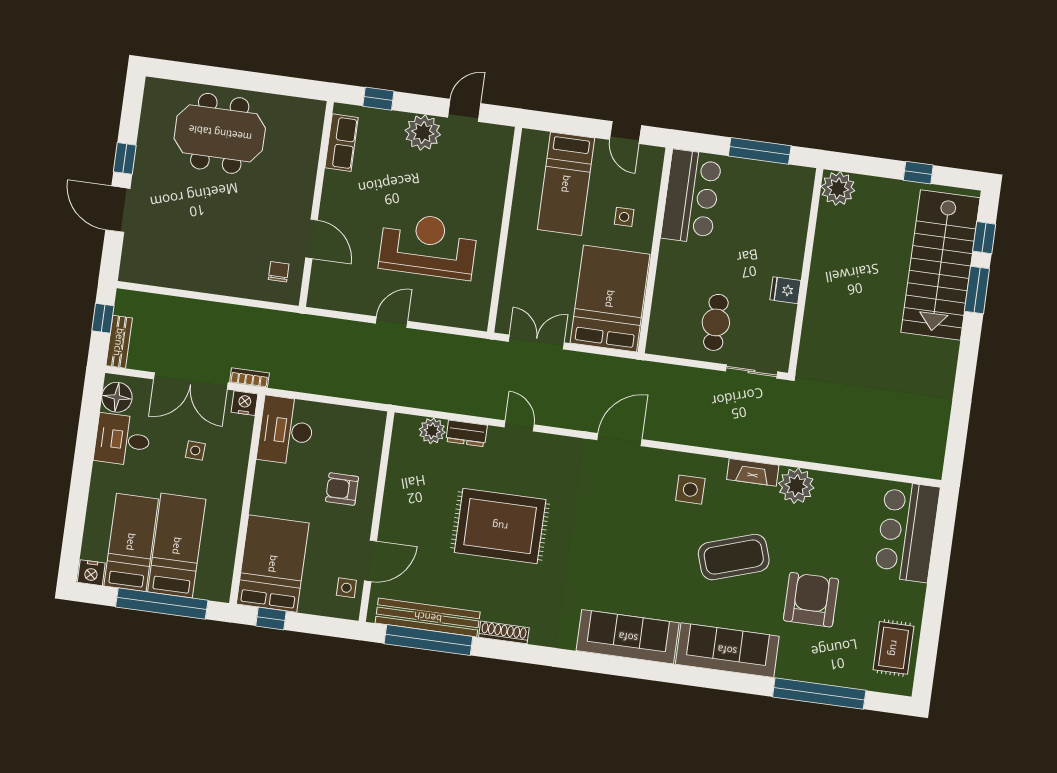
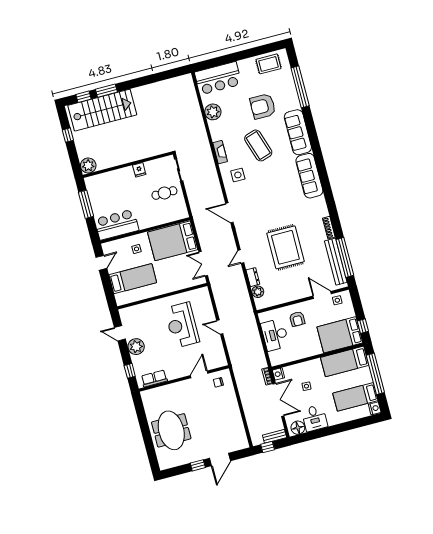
desk: (286, 431) -> (275, 335), moved, turned 90
plant: (796, 486) -> (213, 112), moved
bed: (177, 546) -> (345, 361), moved

